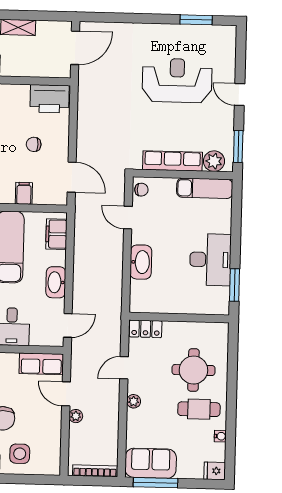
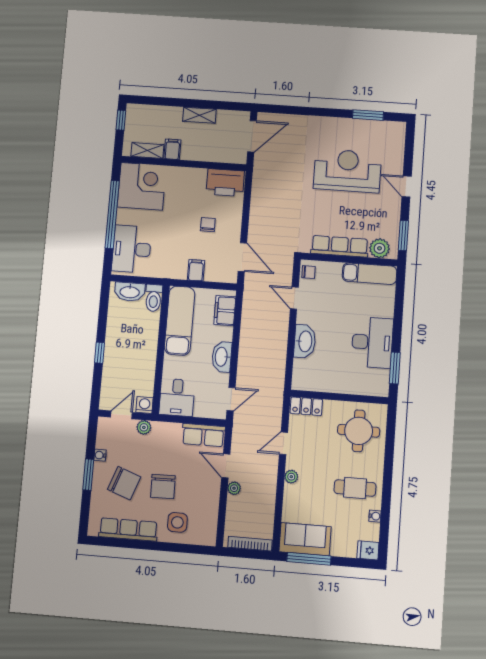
chair: (34, 144) -> (208, 225), turned 88
round table: (193, 370) -> (359, 431), moved

